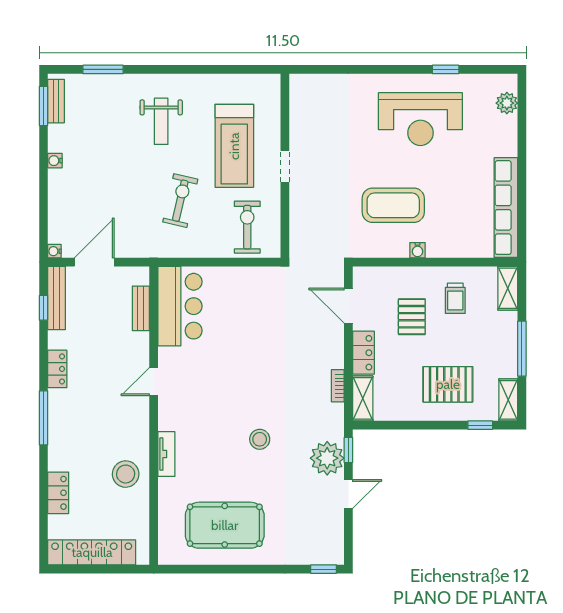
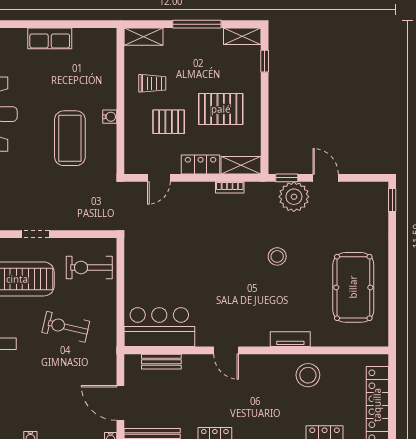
row of seats: (506, 208) -> (50, 38), width x0.50
door: (348, 306) -> (159, 178), width x0.73
pallet: (448, 384) -> (221, 109), moved, turned 90

